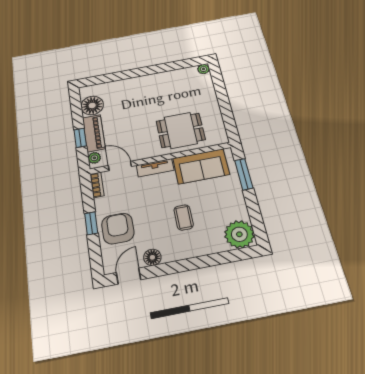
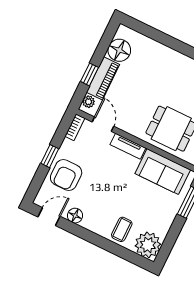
coffee table: (184, 217) -> (122, 229), moved
armchair: (118, 228) -> (66, 175), turned 180

